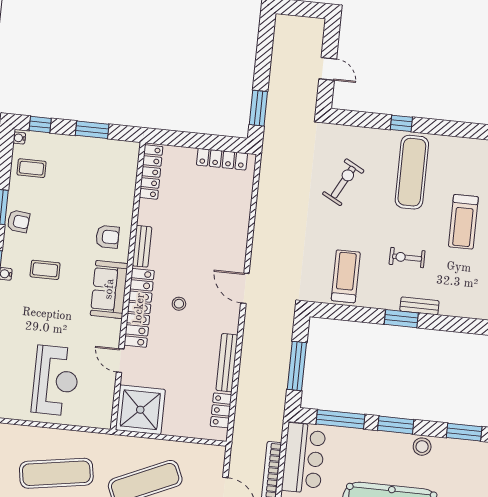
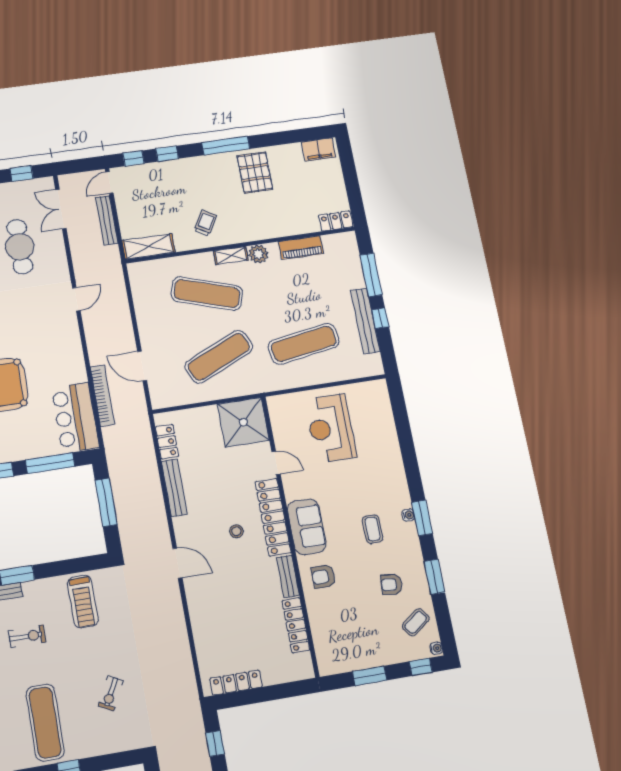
window: (258, 108) -> (215, 743), width x0.67
coffee table: (31, 168) -> (416, 622), turned -36
locker: (151, 172) -> (296, 625), moved
exercise bike: (343, 182) -> (111, 693), width x0.73, depth x0.72
armchair: (18, 221) -> (392, 585), moved
coffee table: (45, 270) -> (373, 529), turned 90

